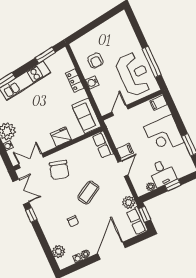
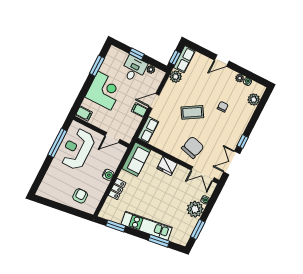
armchair: (95, 60) -> (80, 196), moved
door: (112, 251) -> (222, 61), width x0.53

